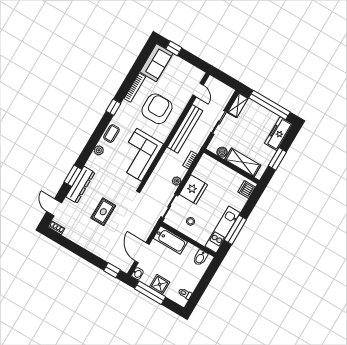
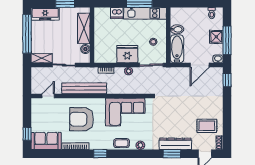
dishwasher: (247, 189) -> (117, 13), moved
rug: (103, 212) -> (207, 126), moved
bidet: (200, 258) -> (177, 29), moved

